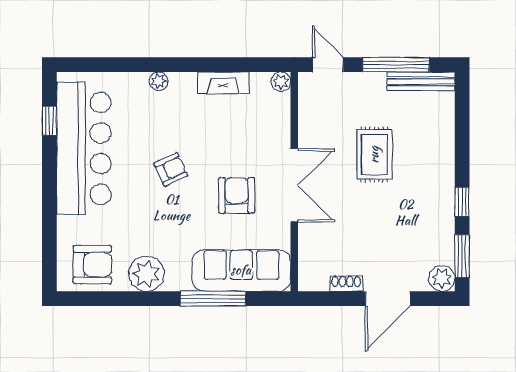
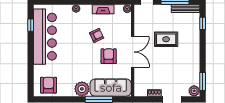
rug: (374, 155) -> (166, 39), turned 90
armchair: (171, 170) -> (97, 35), moved
window: (462, 202) -> (203, 23), moved
armchair: (92, 265) -> (48, 85), turned -90
plant: (146, 274) -> (82, 89), moved

